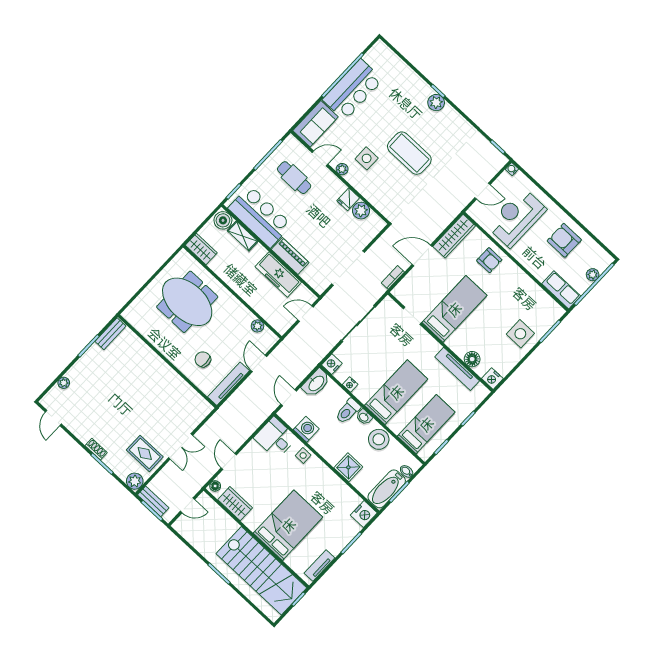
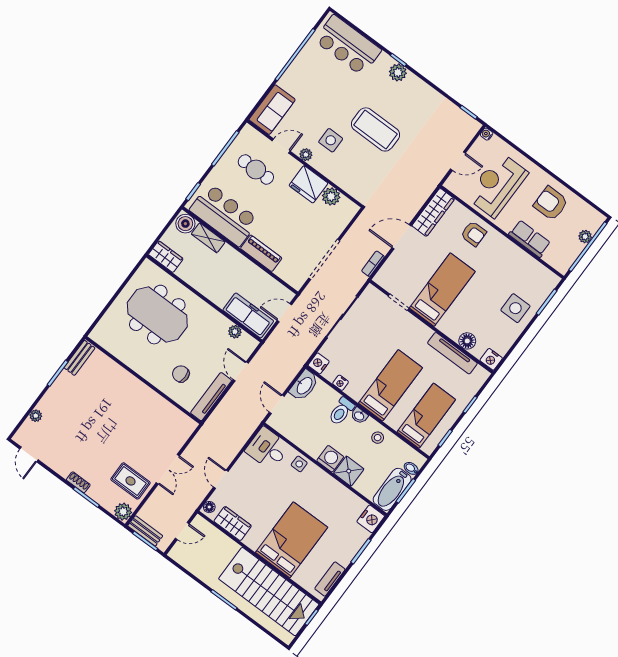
bar counter: (353, 90) -> (348, 45), moved, turned 90
fridge: (348, 199) -> (308, 184), width x1.88, depth x1.34
freezer: (278, 274) -> (248, 315), moved, turned 180
row of seats: (561, 290) -> (530, 239), moved
washing machine: (306, 429) -> (330, 459), moved
stool: (379, 439) -> (378, 438), width x0.53, depth x0.53

